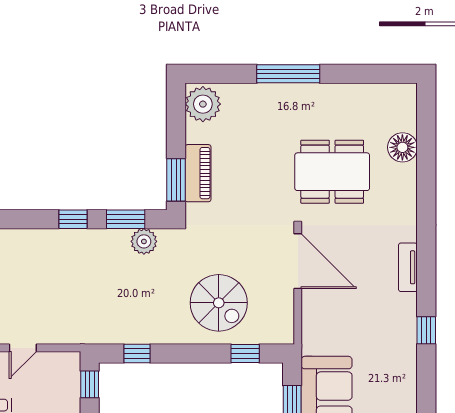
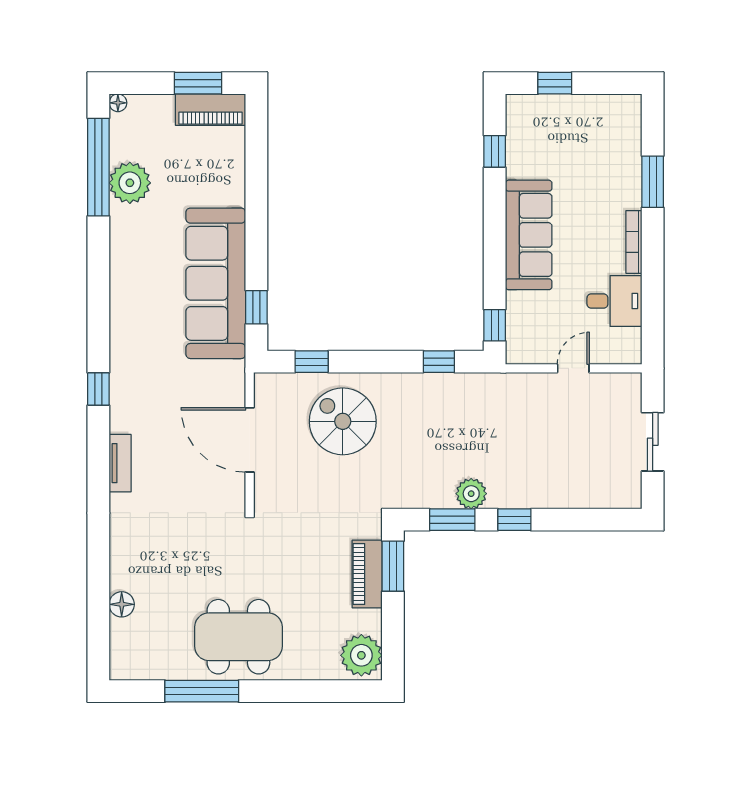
window: (288, 74) -> (202, 691), moved
floor lamp: (402, 147) -> (122, 604), width x0.73, depth x0.73
dining table: (332, 172) -> (238, 637), moved
plant: (144, 241) -> (471, 494), moved
door: (298, 261) -> (250, 440), moved

